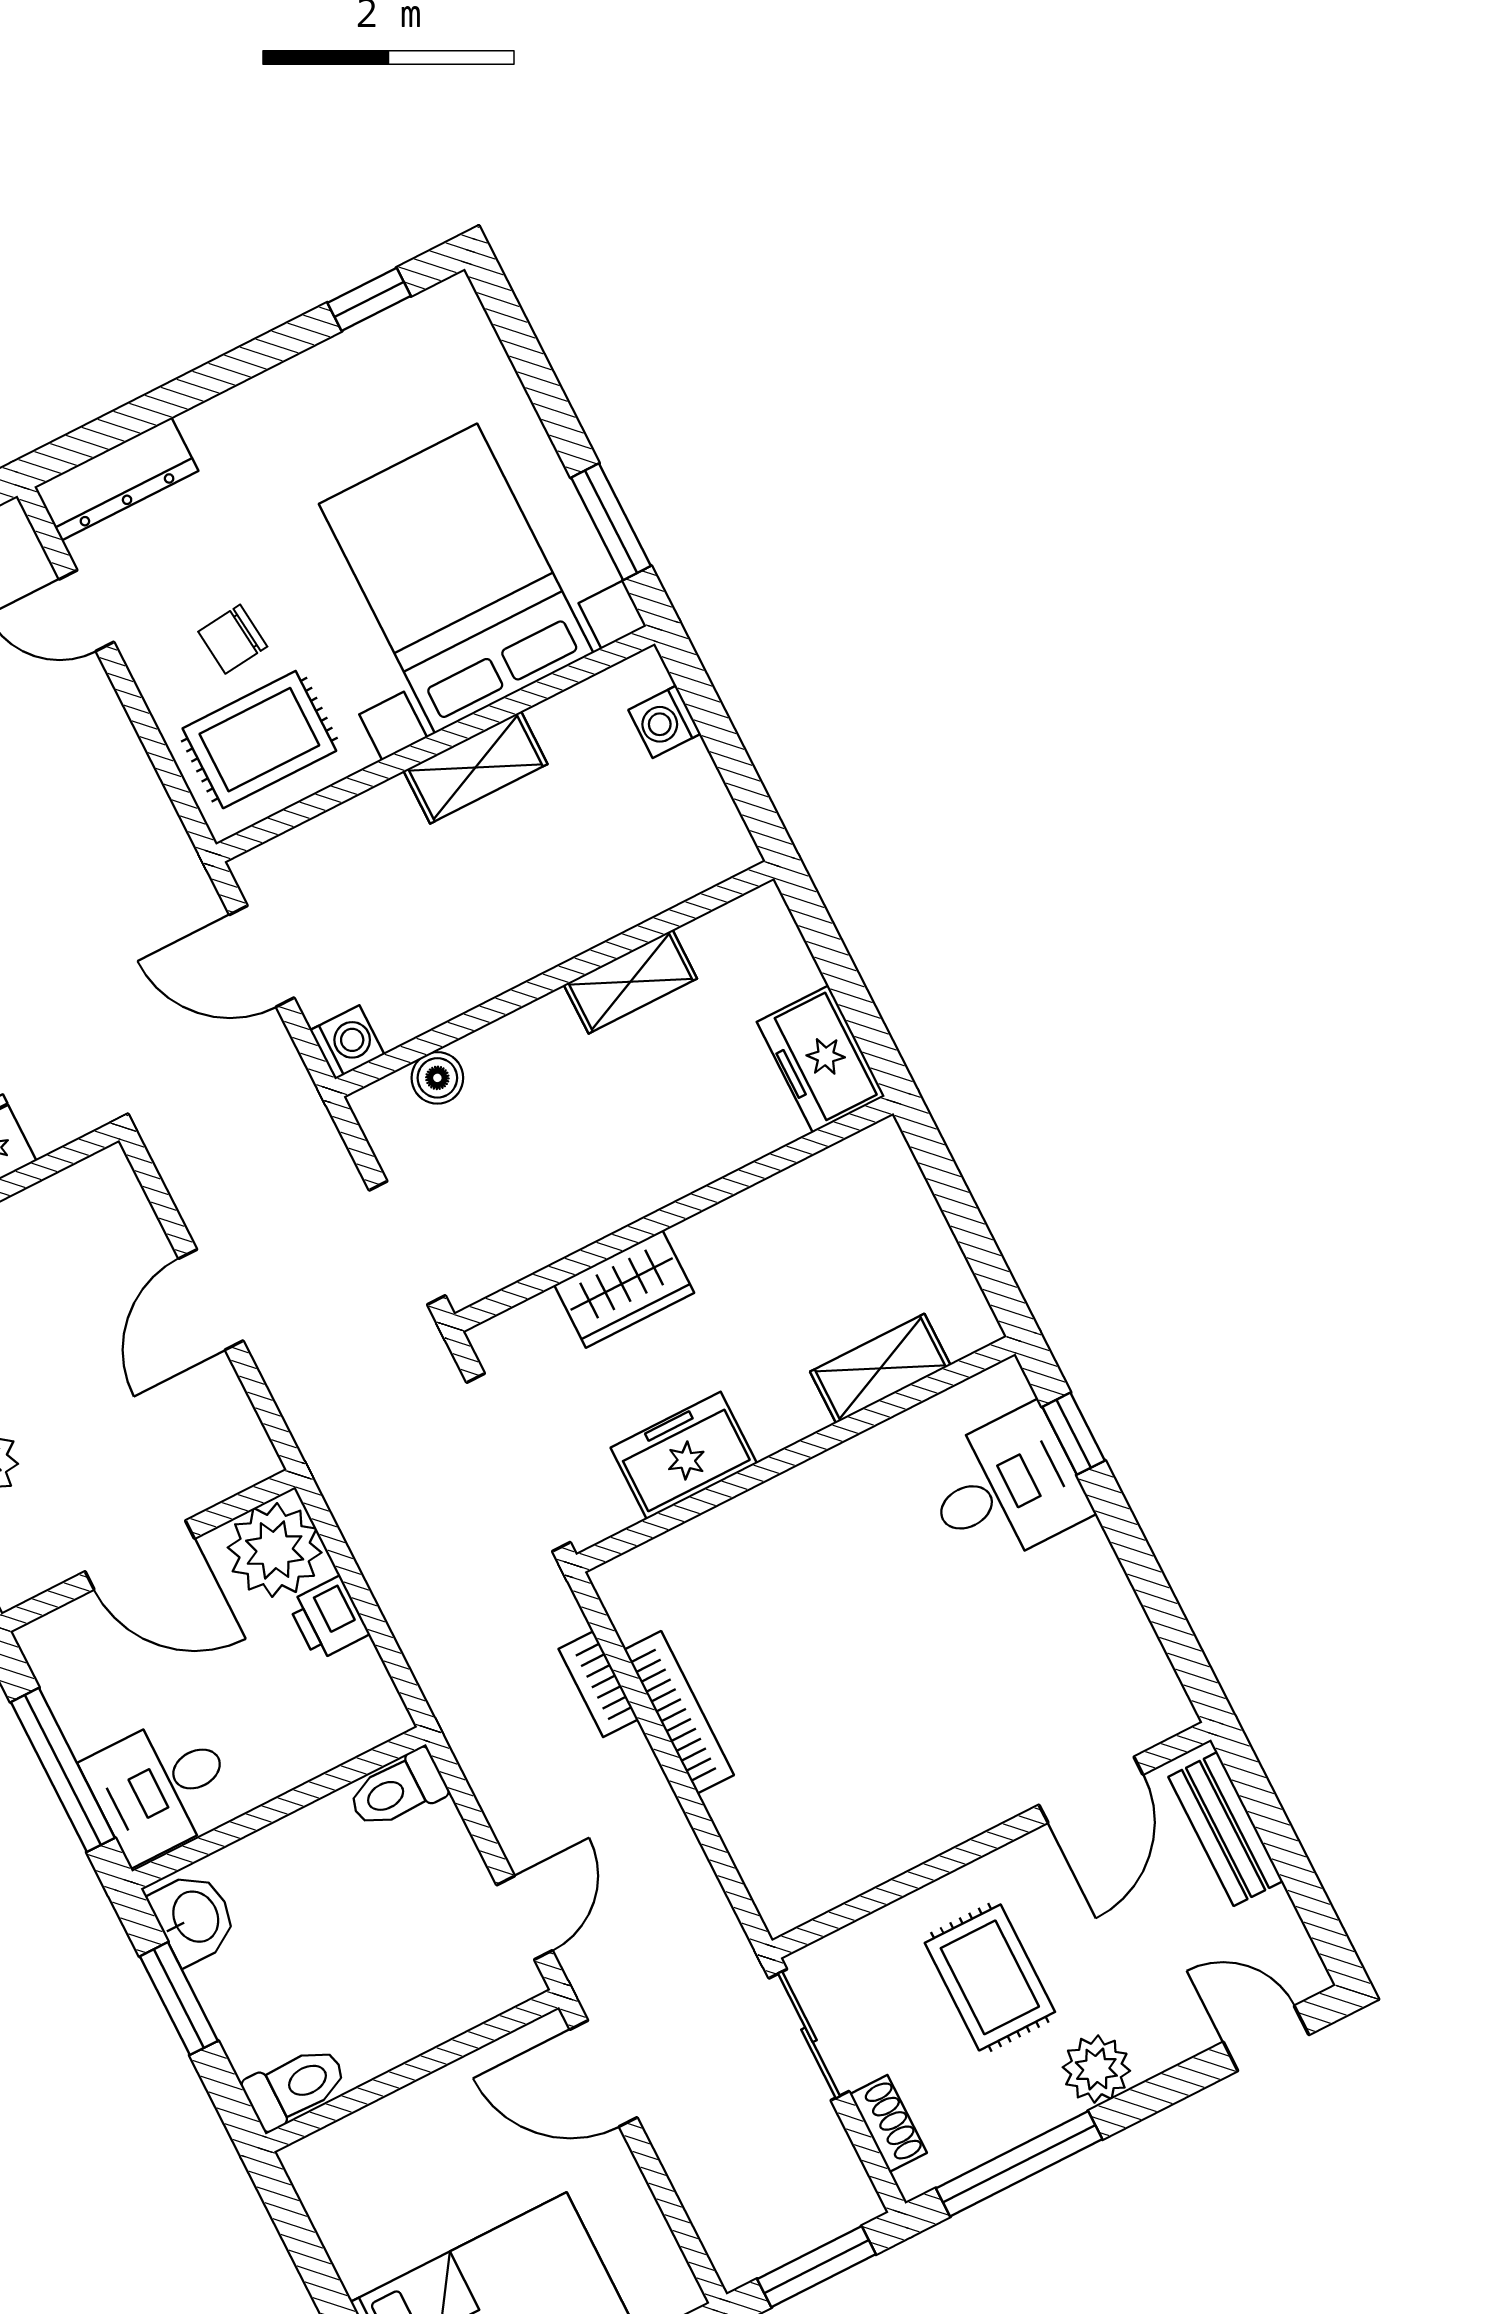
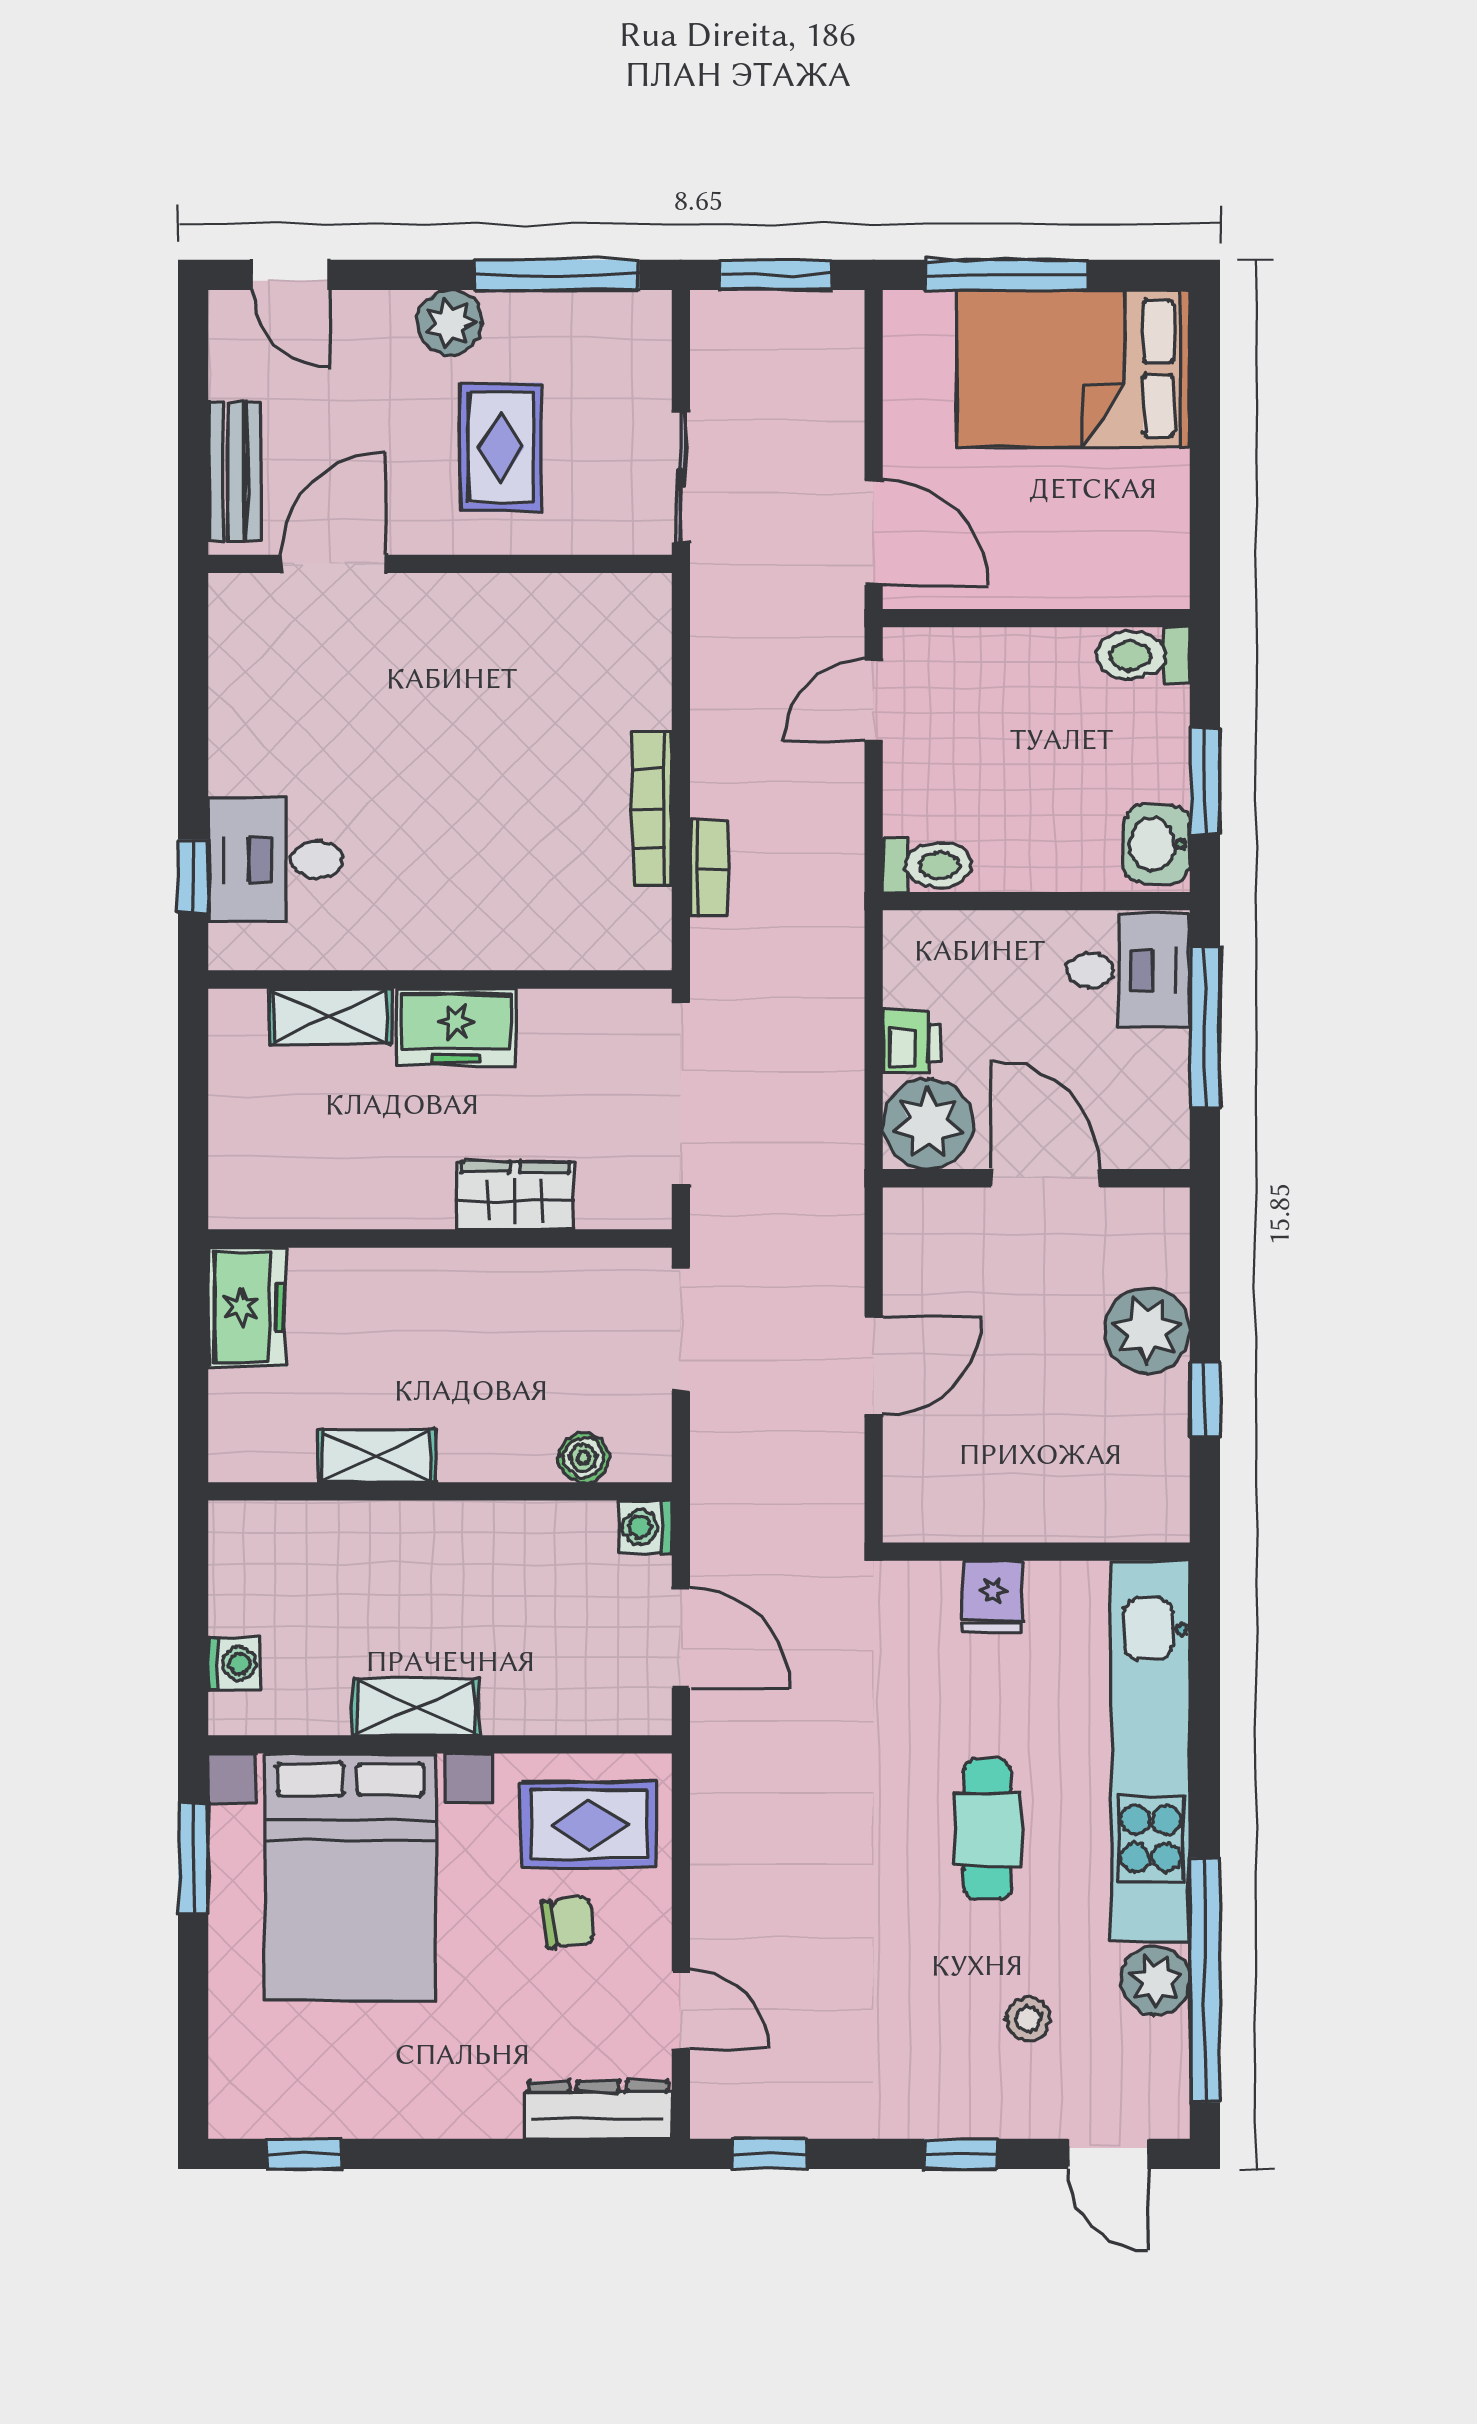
freezer: (684, 1455) -> (456, 1027), moved
shoe rack: (888, 2123) -> (652, 366), removed

